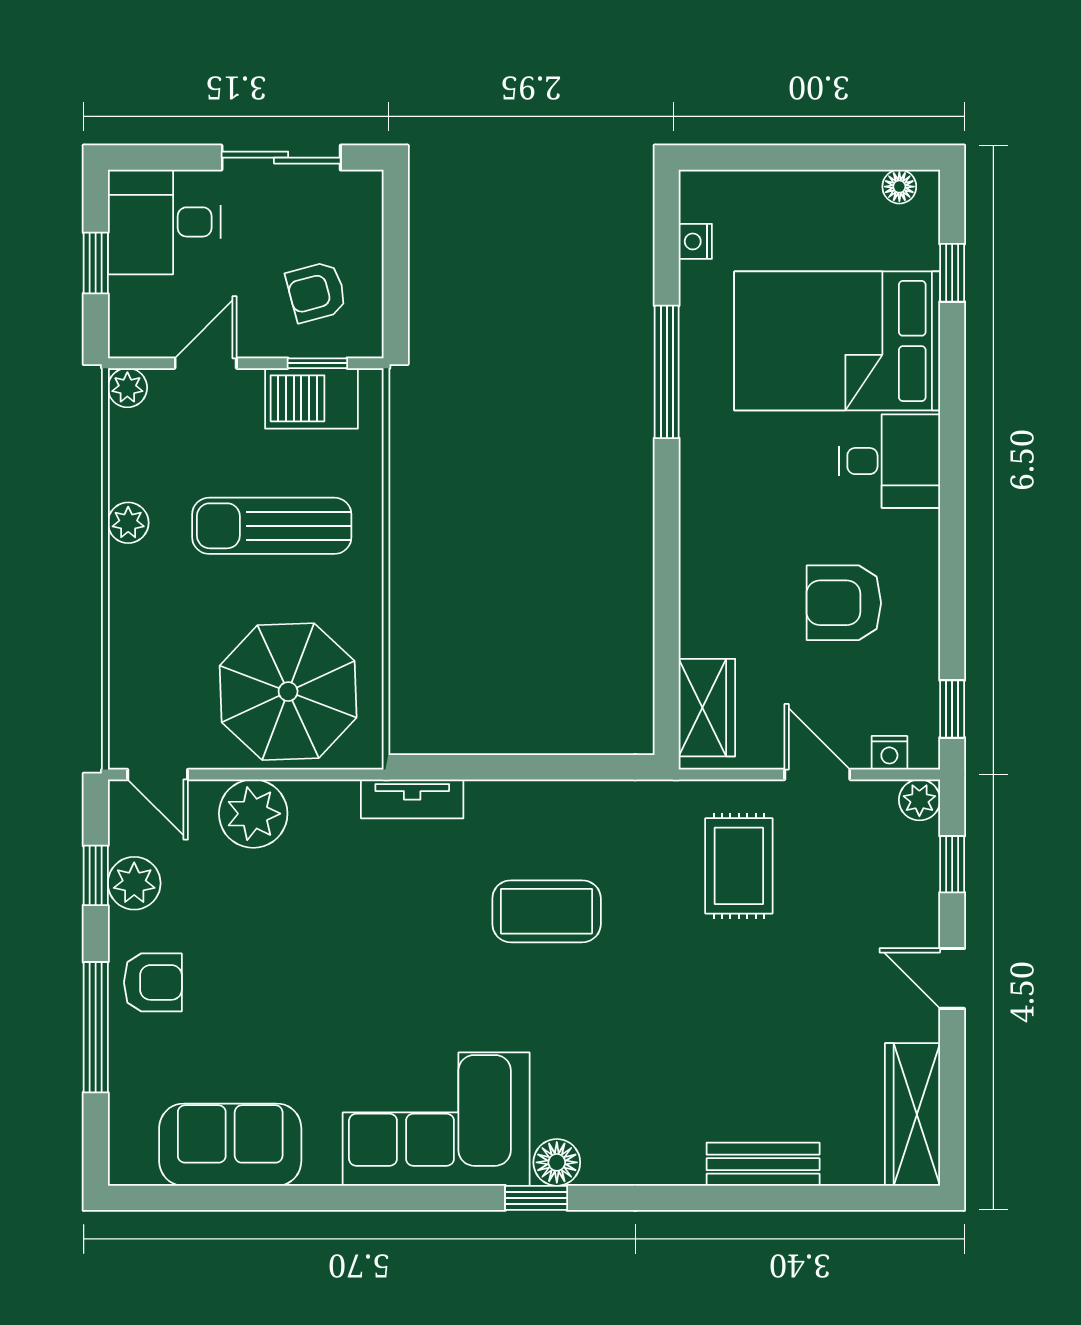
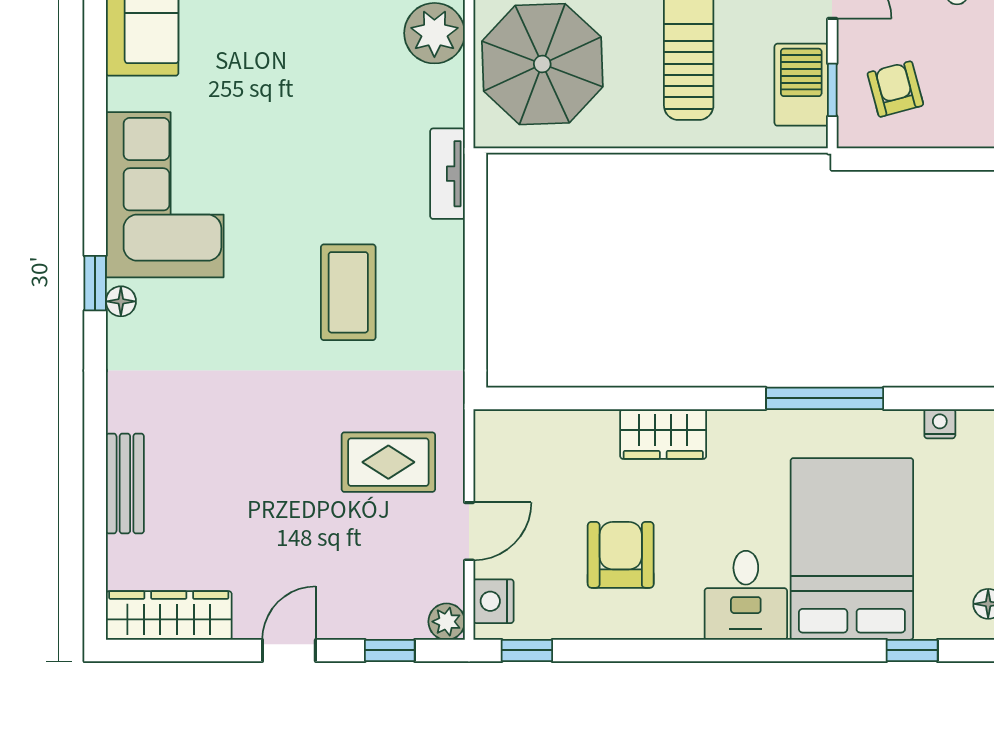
wardrobe: (707, 708) -> (663, 434), moved
nightstand: (889, 753) -> (493, 601), width x1.39, depth x1.35
floor lamp: (557, 1162) -> (121, 301), width x0.73, depth x0.73

